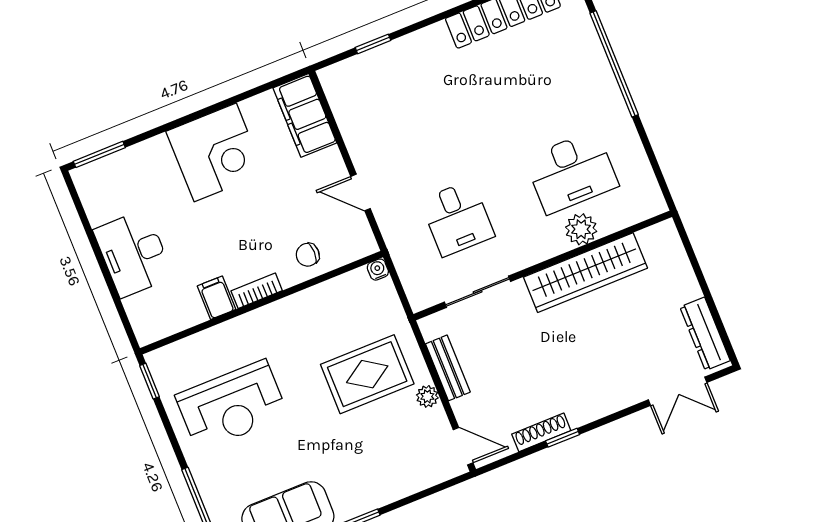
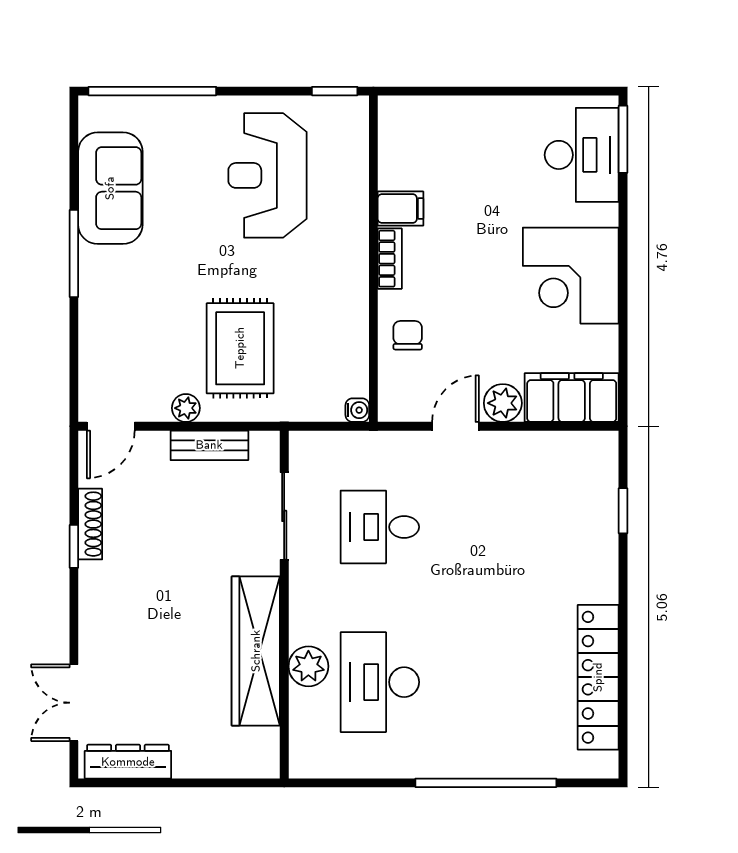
plant: (329, 164) -> (503, 403), added
desk: (133, 253) -> (582, 155), moved, turned 90

